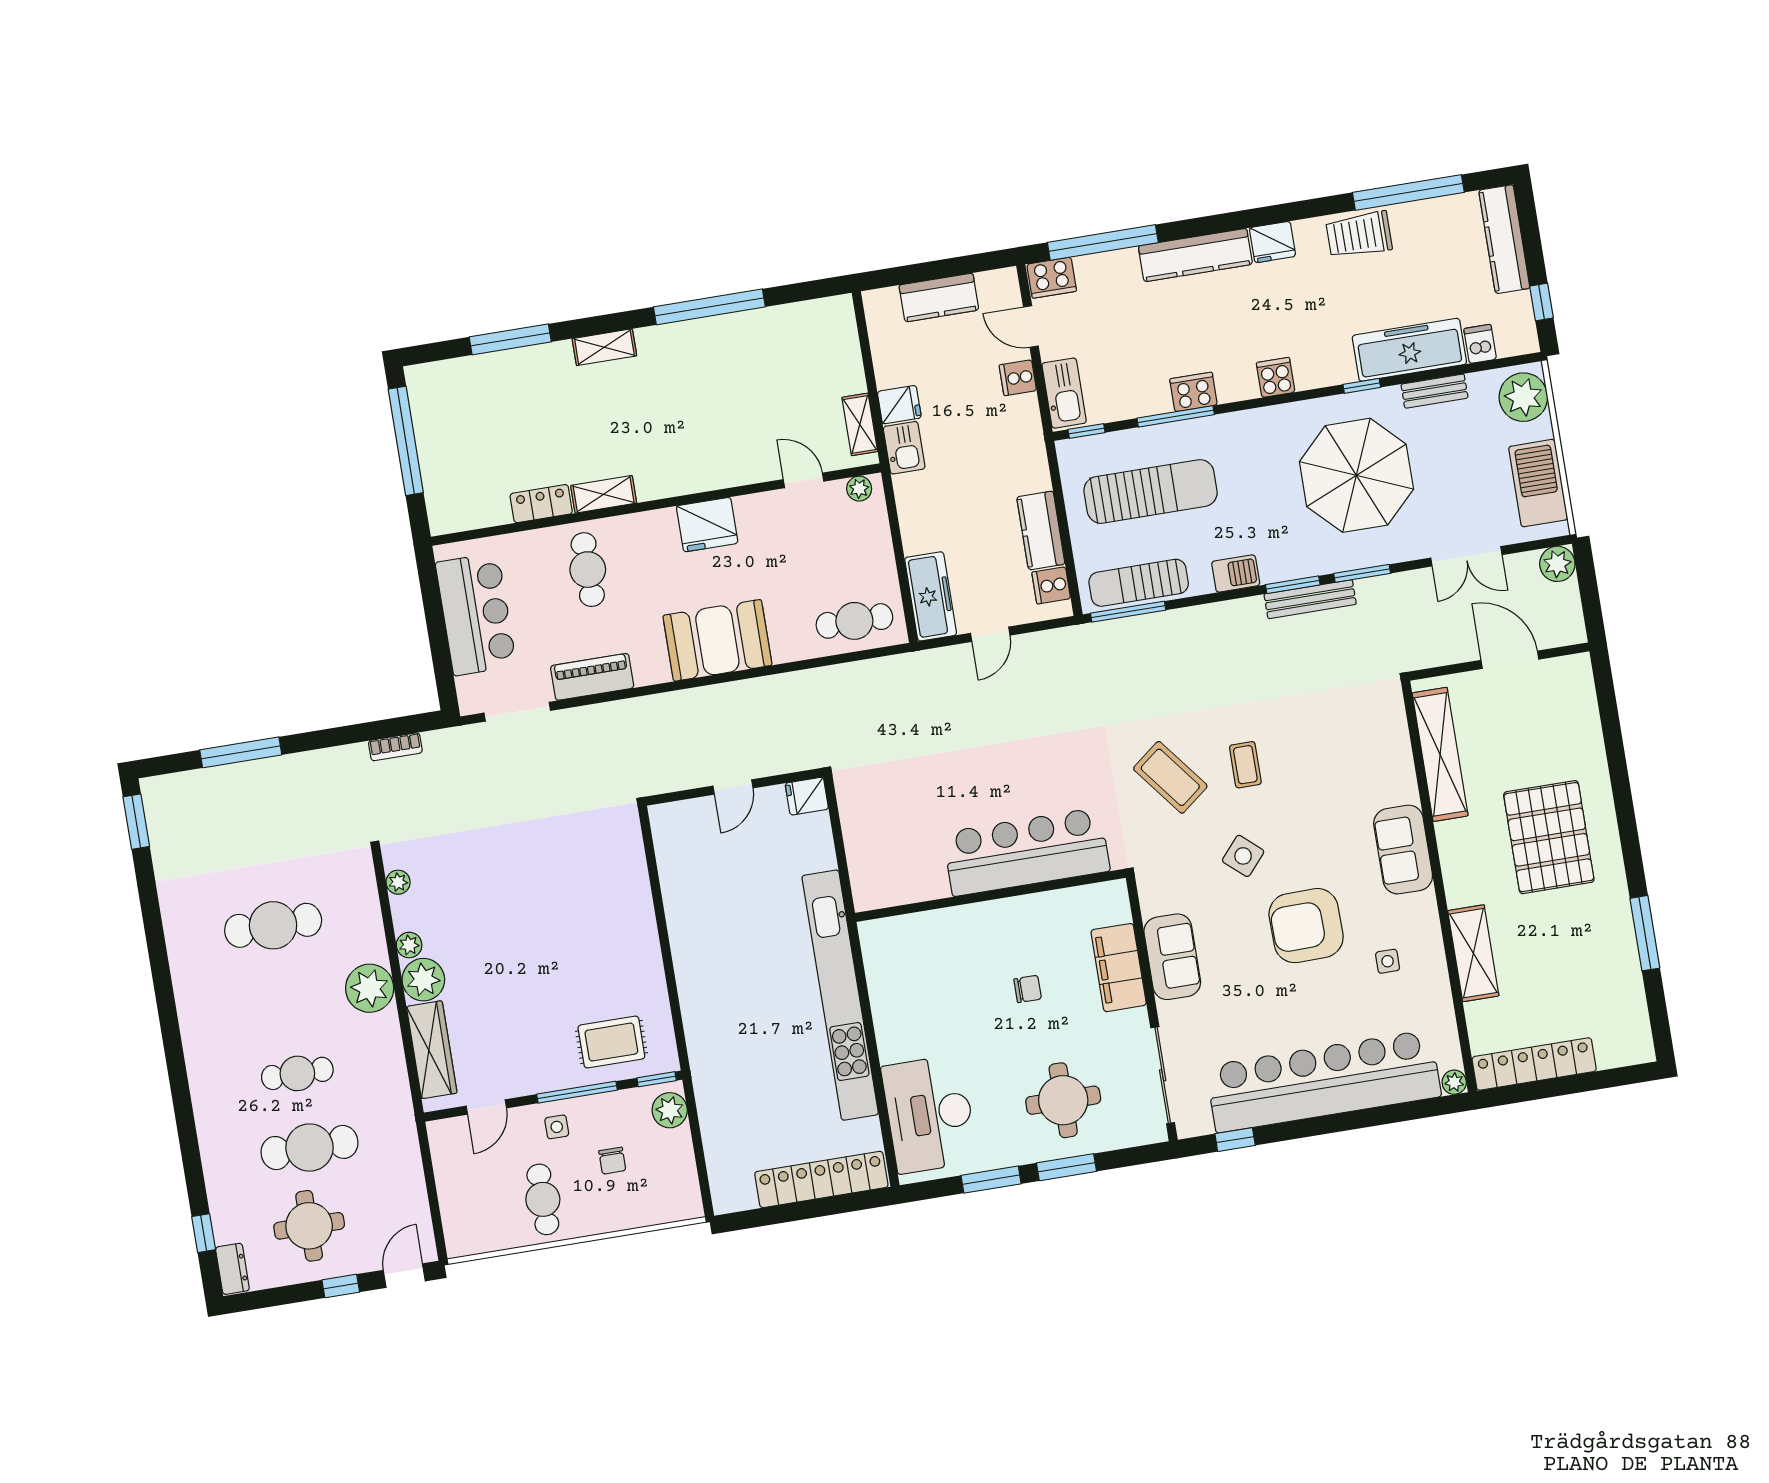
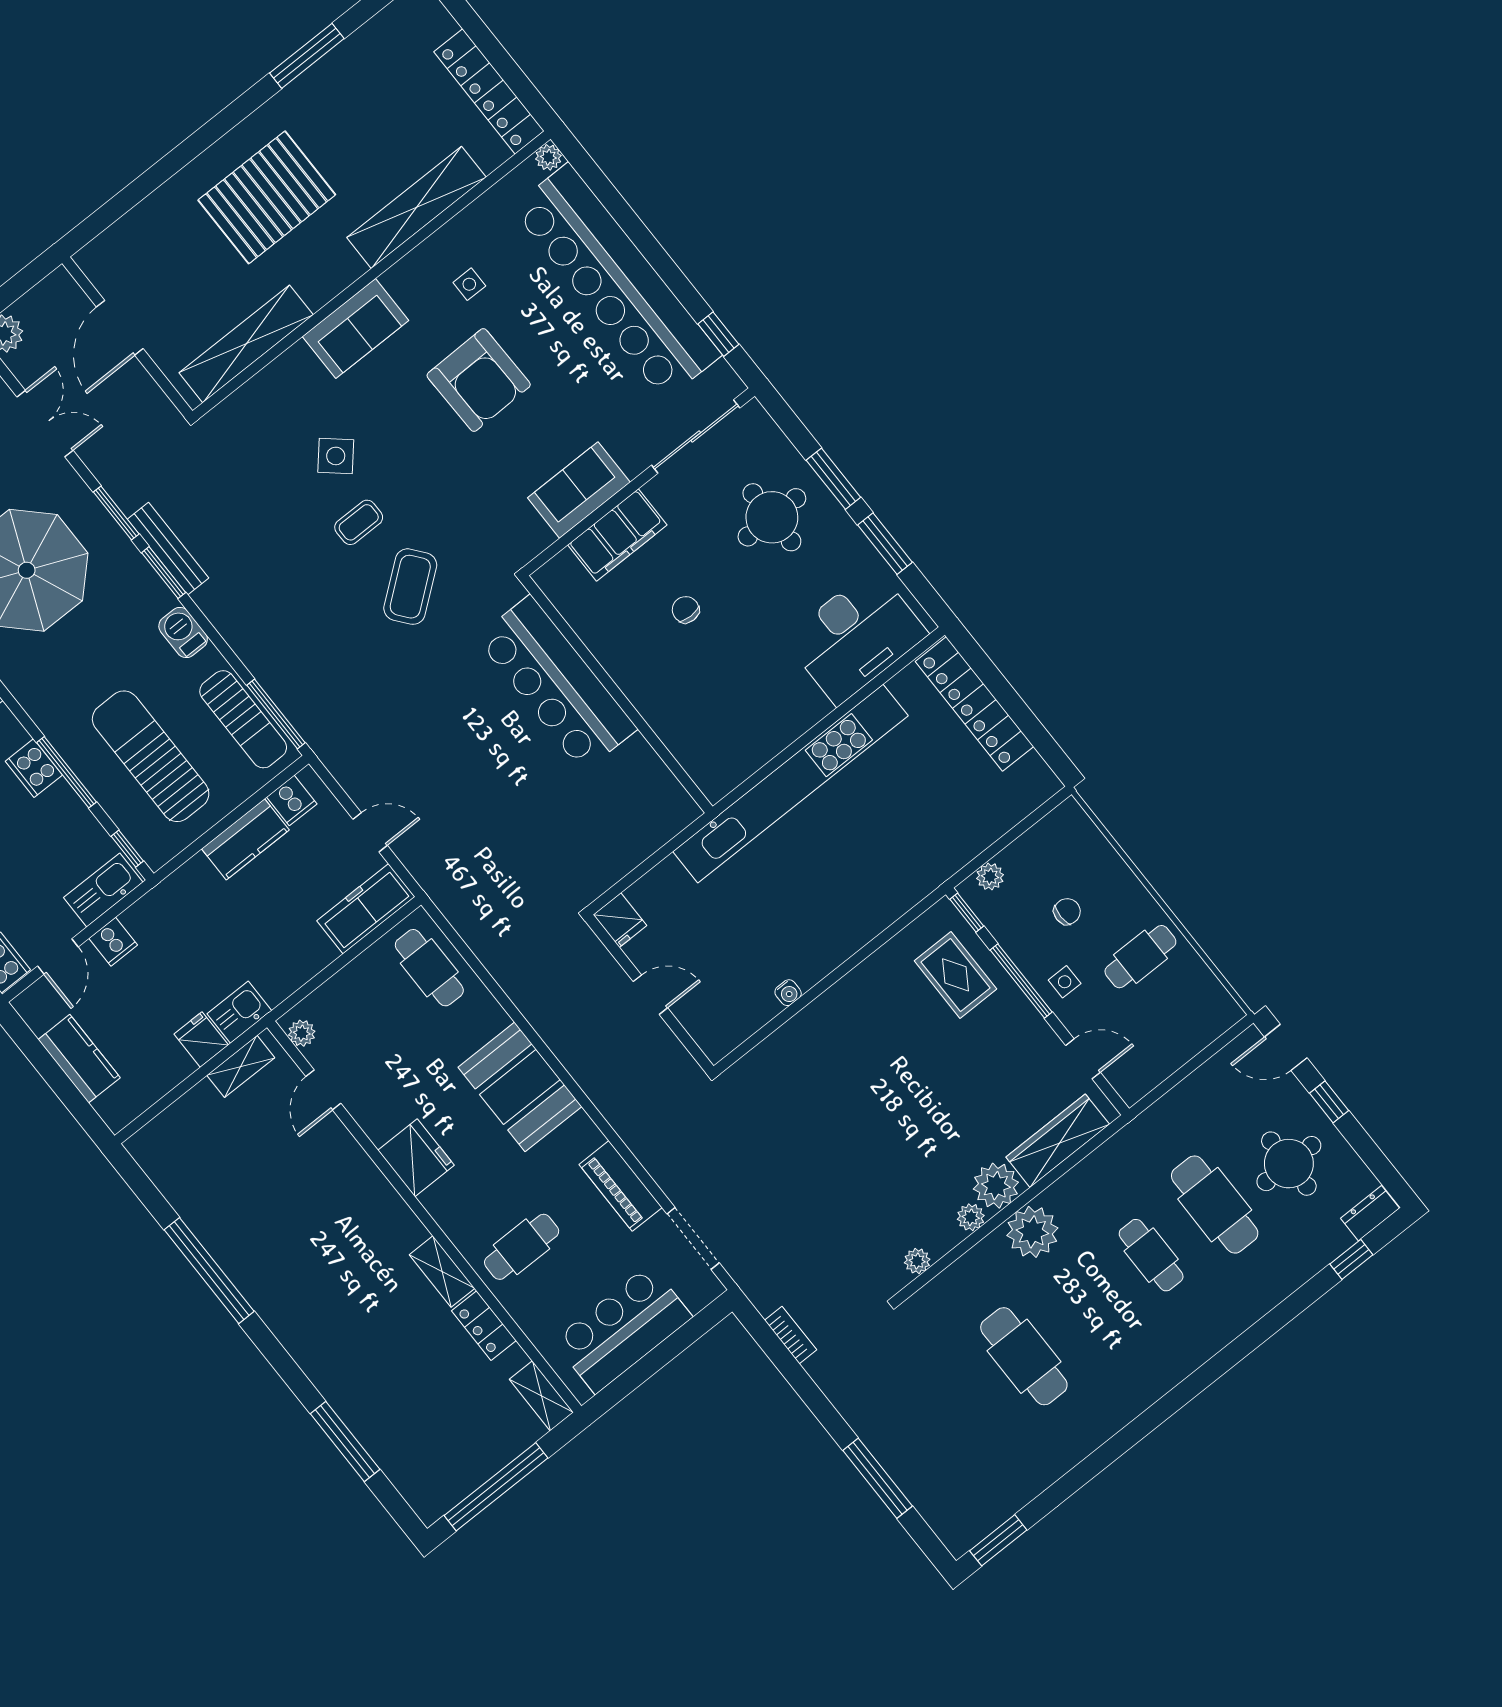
shelving: (604, 347) -> (541, 1396), moved
side table: (1243, 856) -> (336, 456), moved
water cooler: (673, 899) -> (788, 993), added
shelving: (1473, 953) -> (416, 207), width x1.47
plant: (670, 1110) -> (990, 877), width x0.73, depth x0.73

